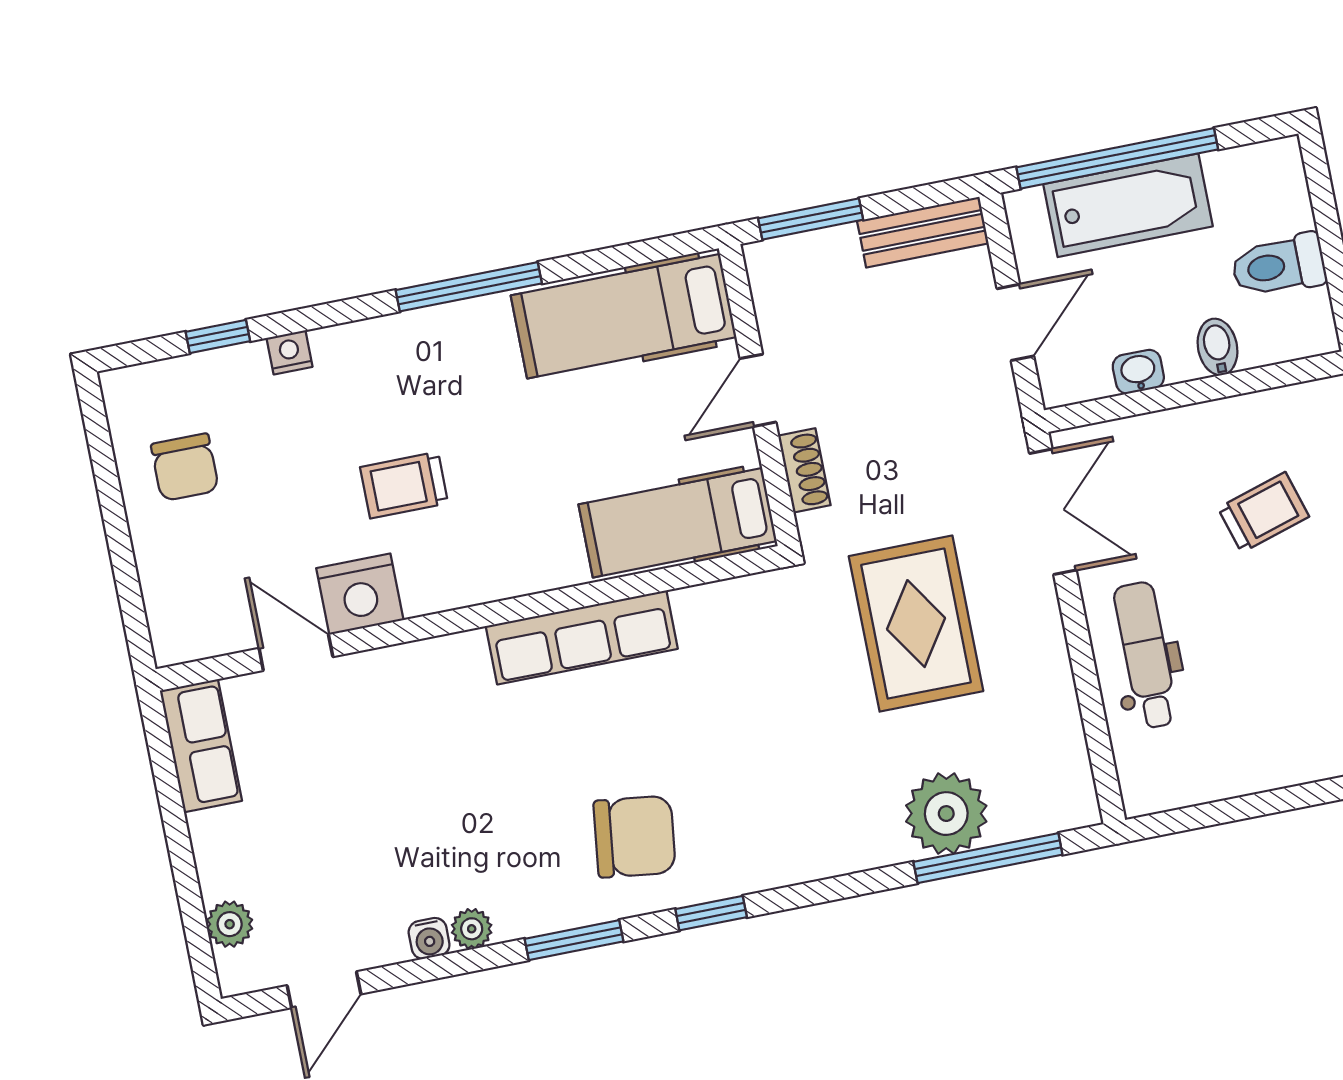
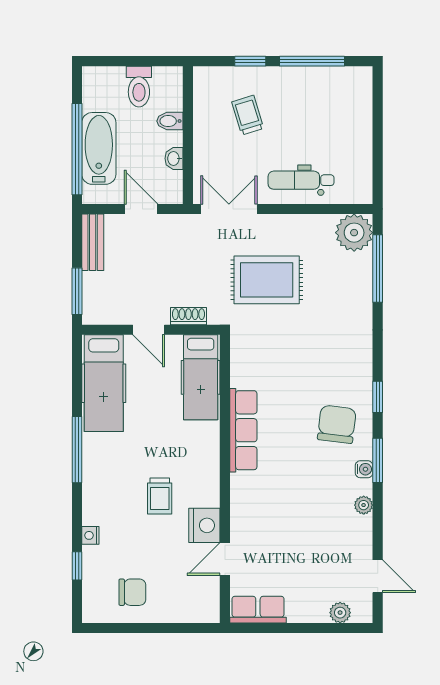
plant: (946, 814) -> (354, 233), moved
water cooler: (429, 938) -> (364, 469), moved

